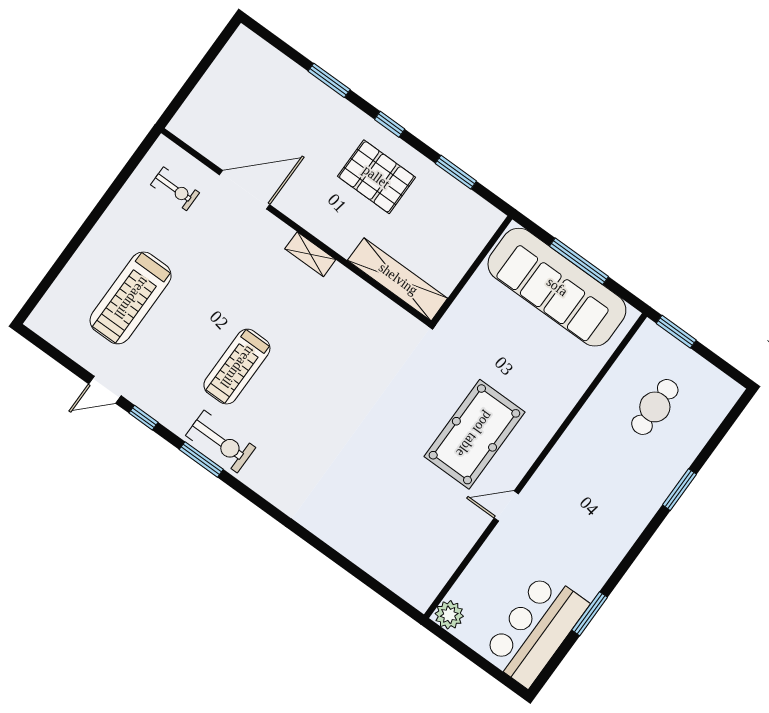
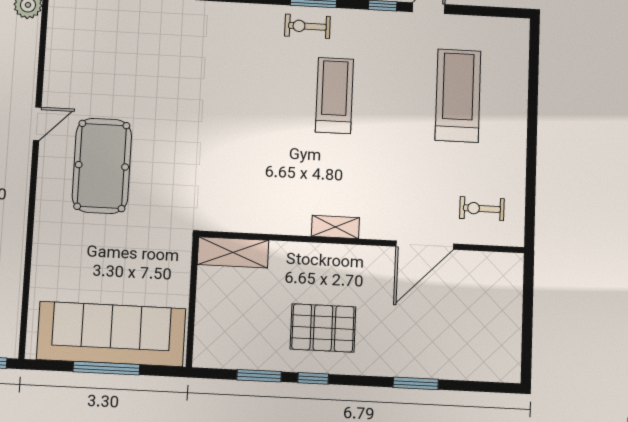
window: (390, 124) -> (313, 378), moved
shelving: (398, 279) -> (233, 252), width x0.68
exercise bike: (221, 442) -> (307, 26), width x0.73, depth x0.72

